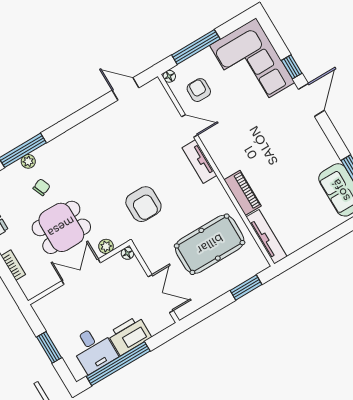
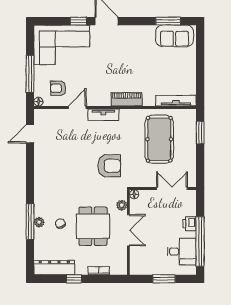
piano: (243, 193) -> (127, 99), moved
double door: (81, 272) -> (128, 230), swing flipped
printer: (129, 335) -> (190, 224), width x0.53, depth x0.68

